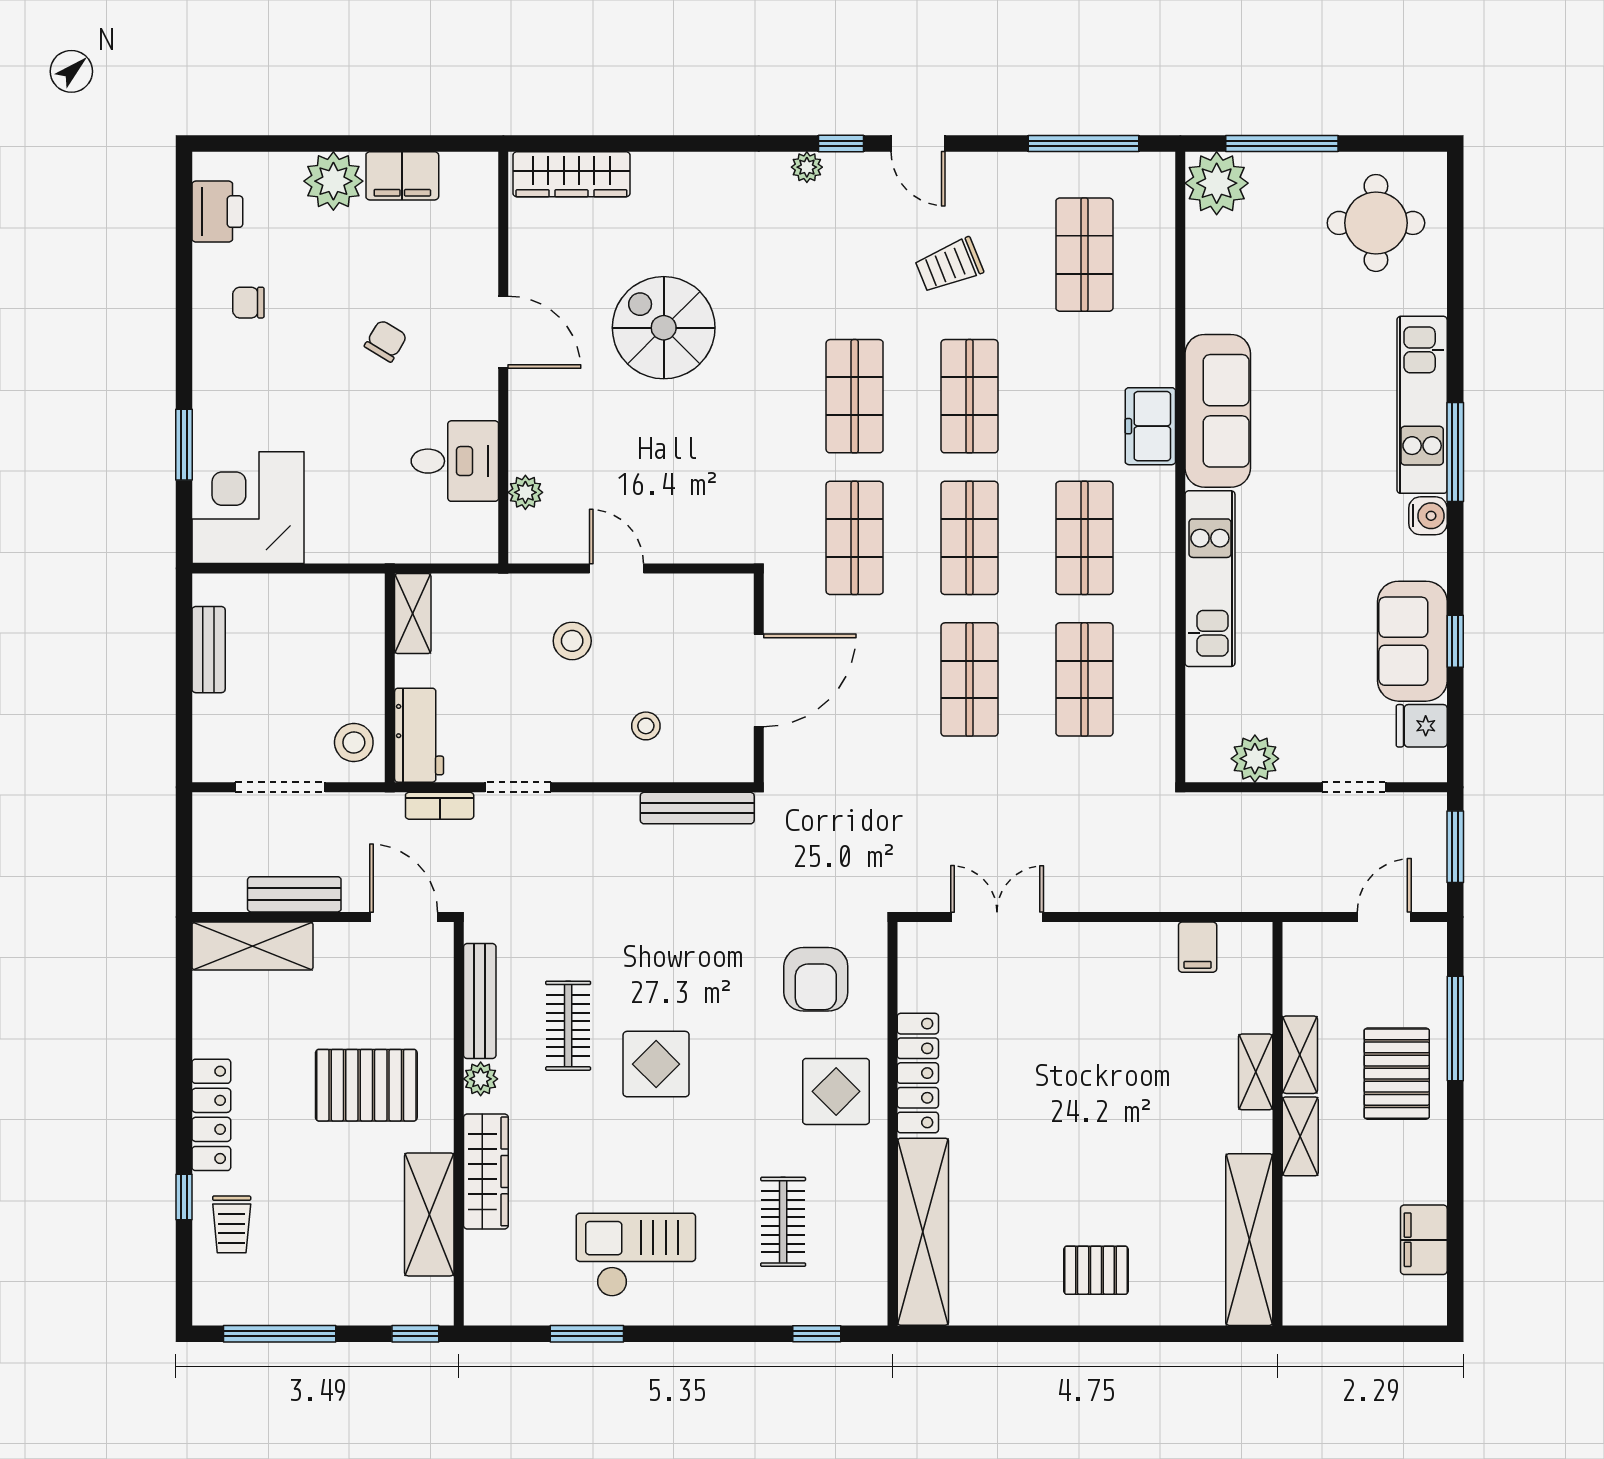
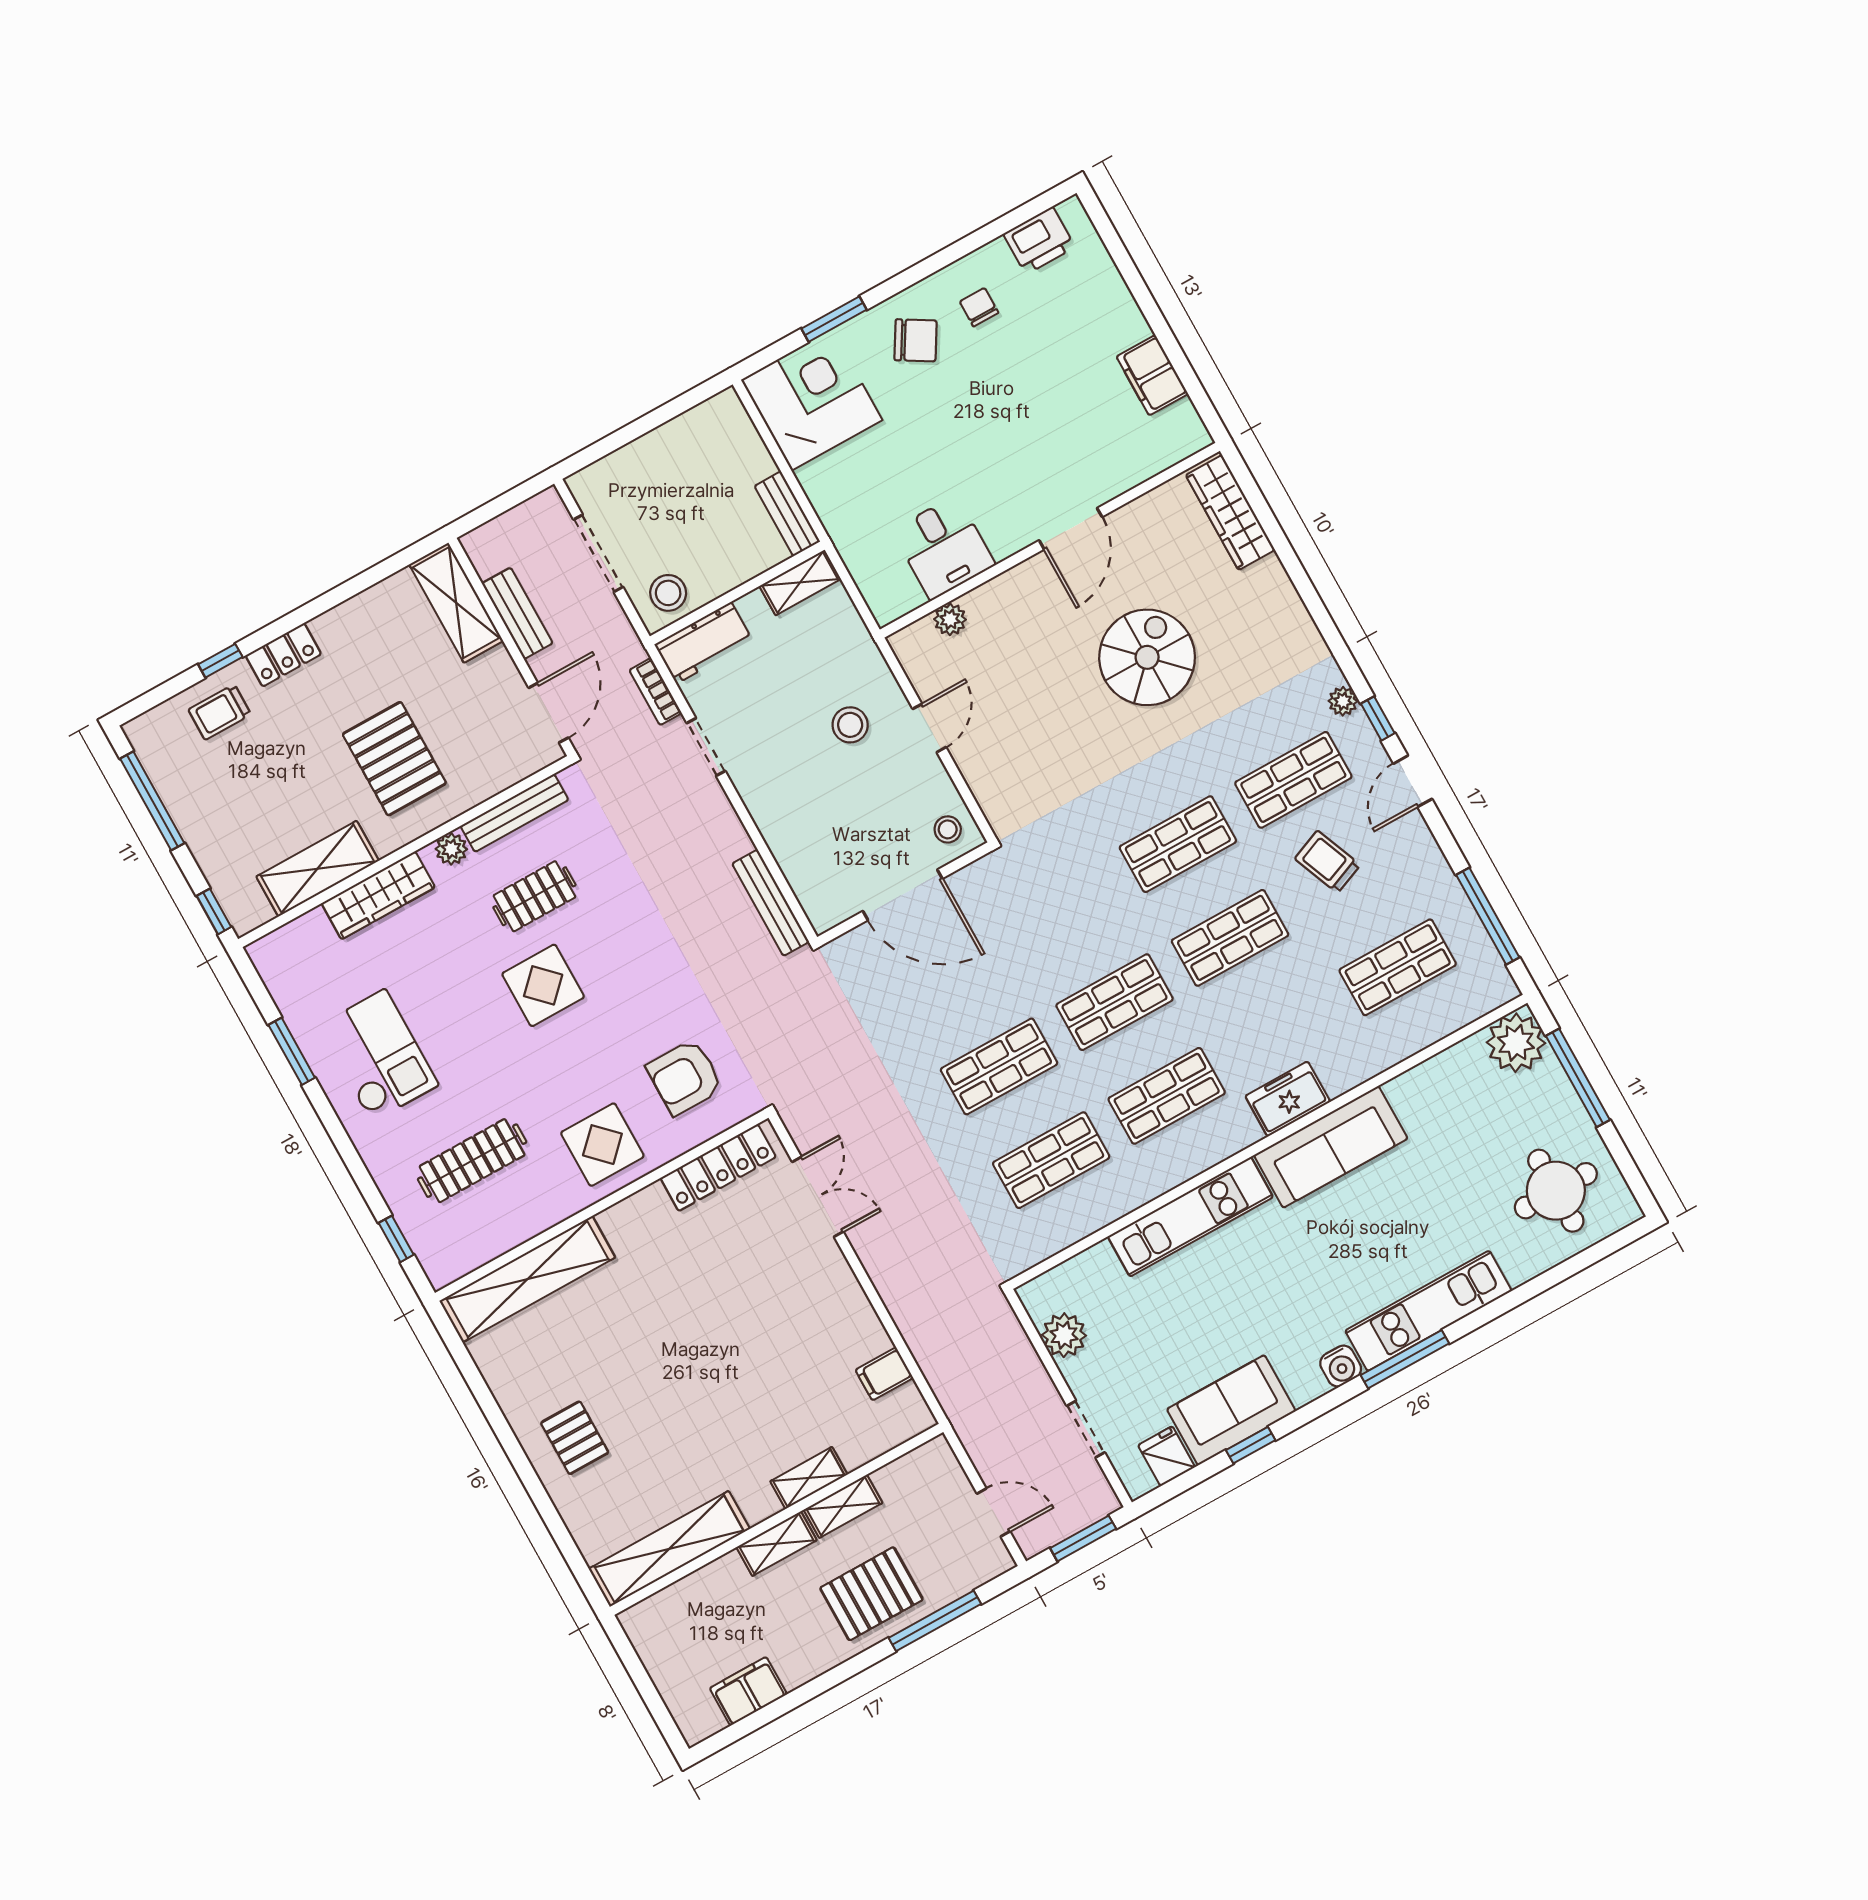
plant: (333, 181) -> (1117, 321), removed
chair: (386, 341) -> (916, 340), moved, width x1.37, depth x1.37
shop shelf: (855, 538) -> (1293, 780), moved
bench: (209, 650) -> (787, 514), moved, turned 90
stool: (646, 726) -> (948, 829), moved
locker: (918, 1073) -> (718, 1168), moved
locker: (211, 1115) -> (283, 655), width x0.66
clothes rail: (783, 1222) -> (472, 1161), width x1.36

